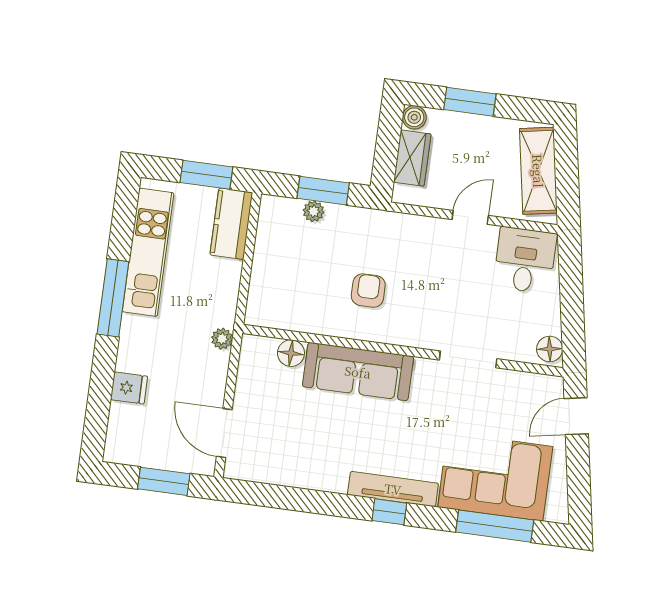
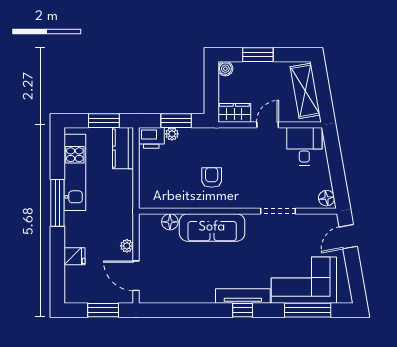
wardrobe: (412, 158) -> (234, 113), moved, turned -90
printer: (279, 213) -> (151, 138), added
plant: (222, 339) -> (127, 246), moved

